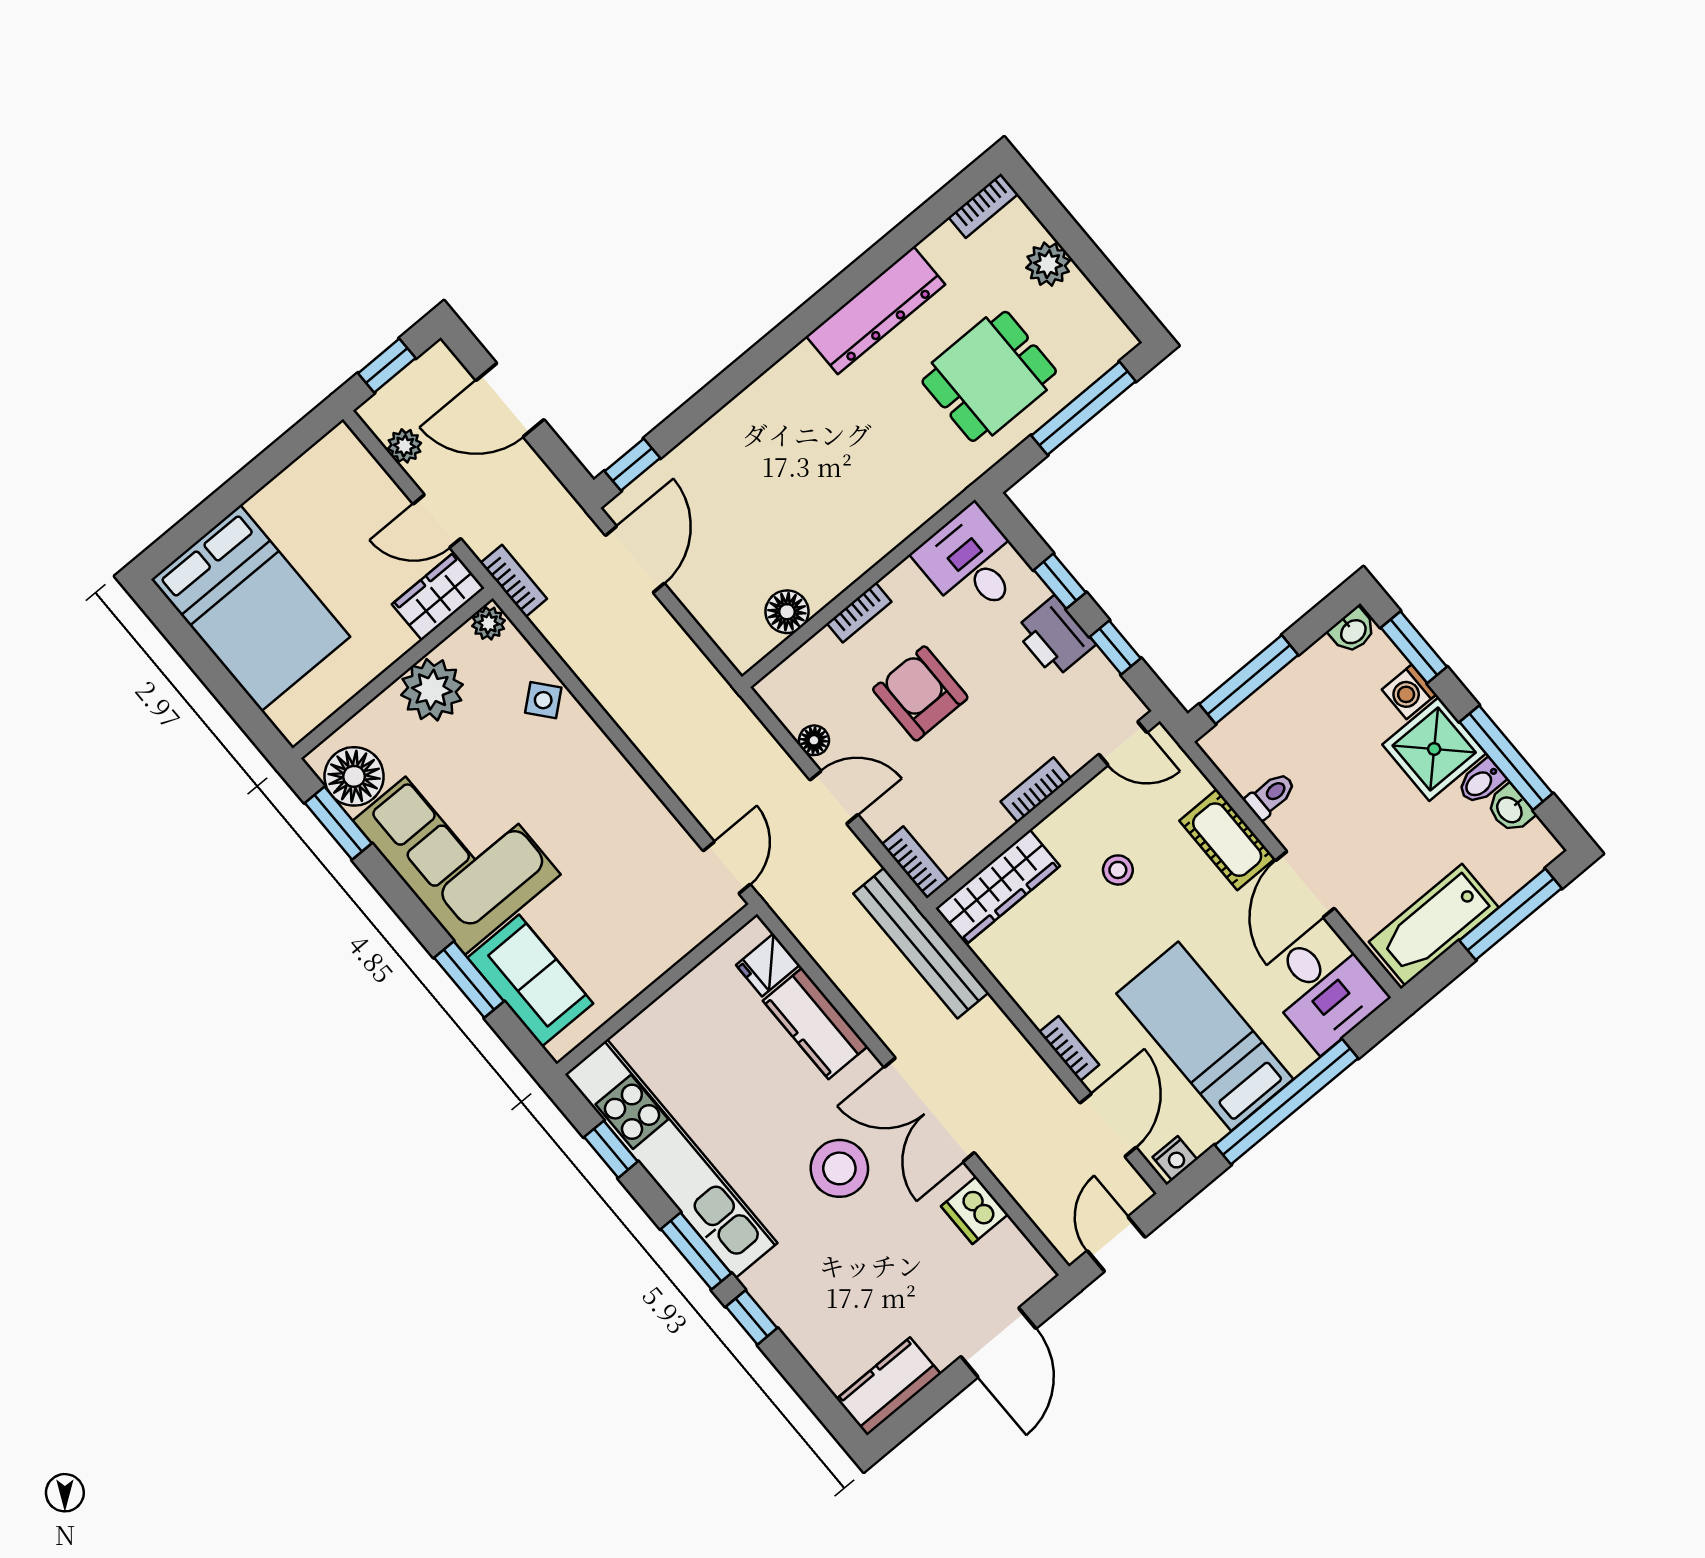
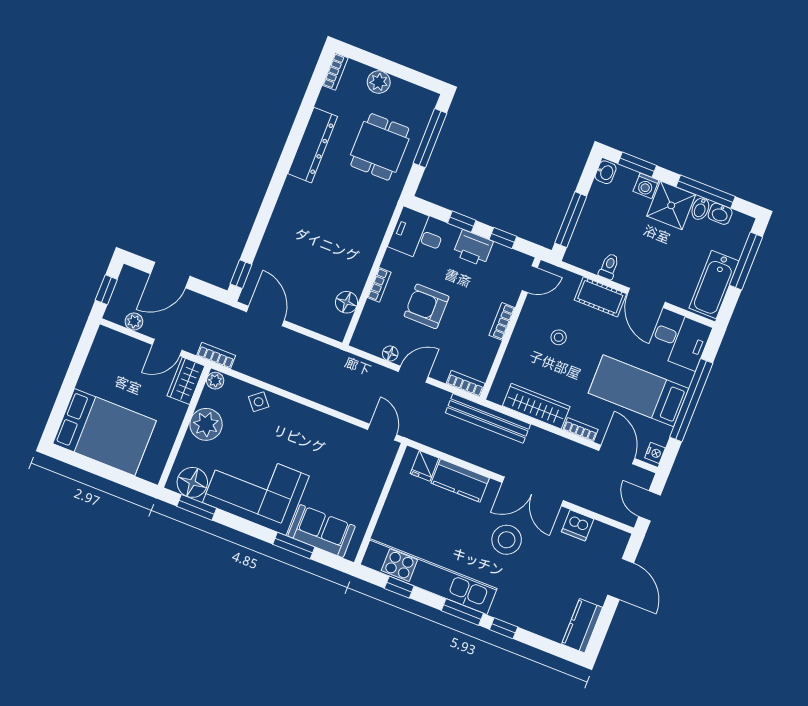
wardrobe: (998, 887) -> (536, 406), moved, turned -90

